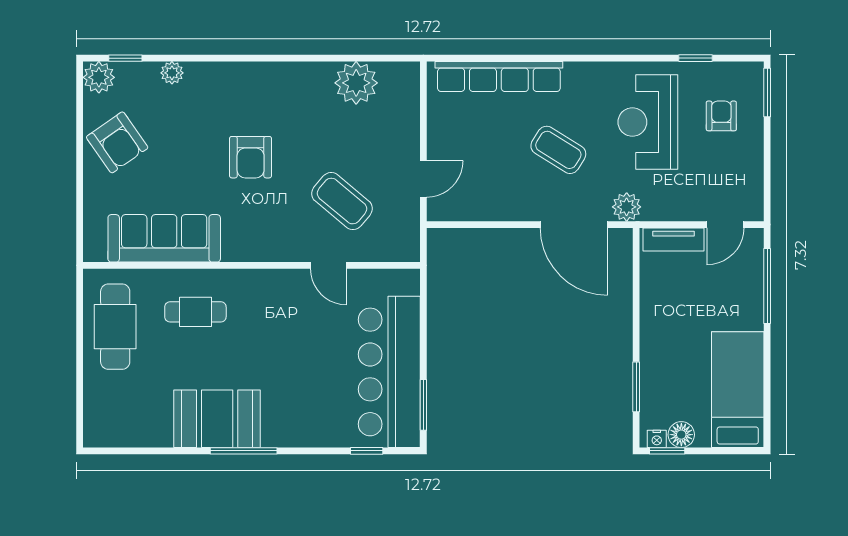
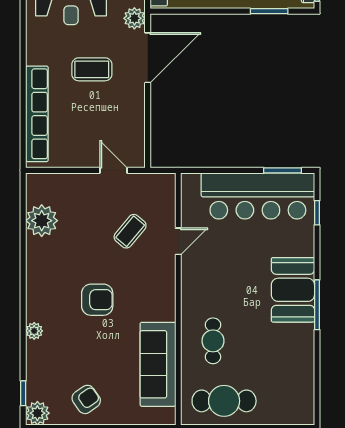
plant: (172, 73) -> (34, 331), moved
armchair: (117, 142) -> (86, 399), width x0.72, depth x0.72
coffee table: (558, 150) -> (92, 69), turned 58
coffee table: (342, 201) -> (130, 231), width x0.73, depth x0.77
booth: (217, 419) -> (293, 290), moved

